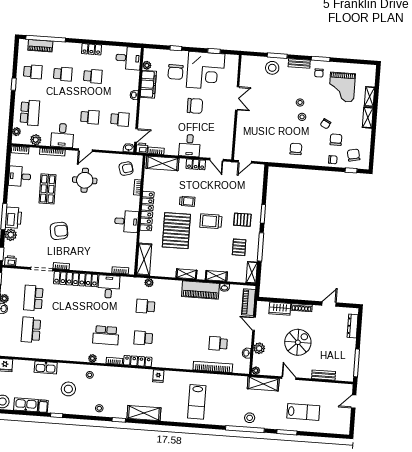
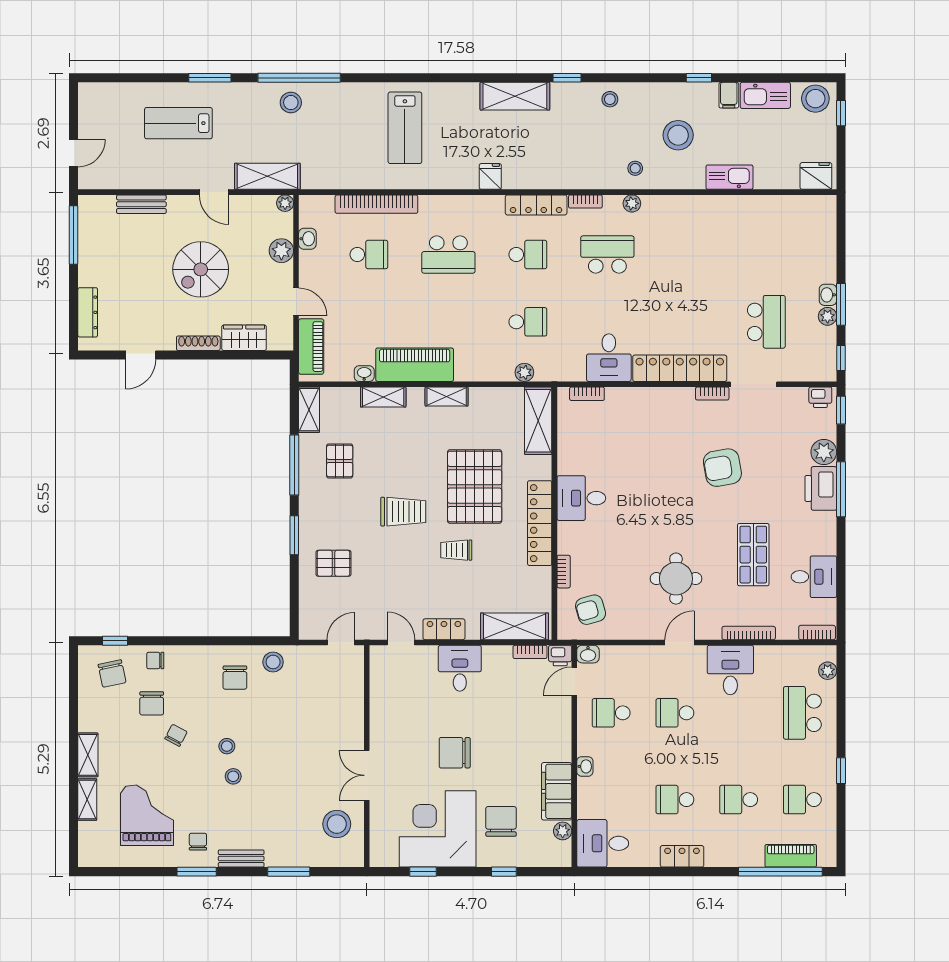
stool: (272, 68) -> (337, 824), moved
plant: (36, 140) -> (786, 657), removed
stool: (277, 155) -> (273, 662), added
pallet: (242, 220) -> (334, 563), moved
school desk: (31, 330) -> (448, 254), moved, turned 90
lab bench: (197, 402) -> (405, 128), turned 180

